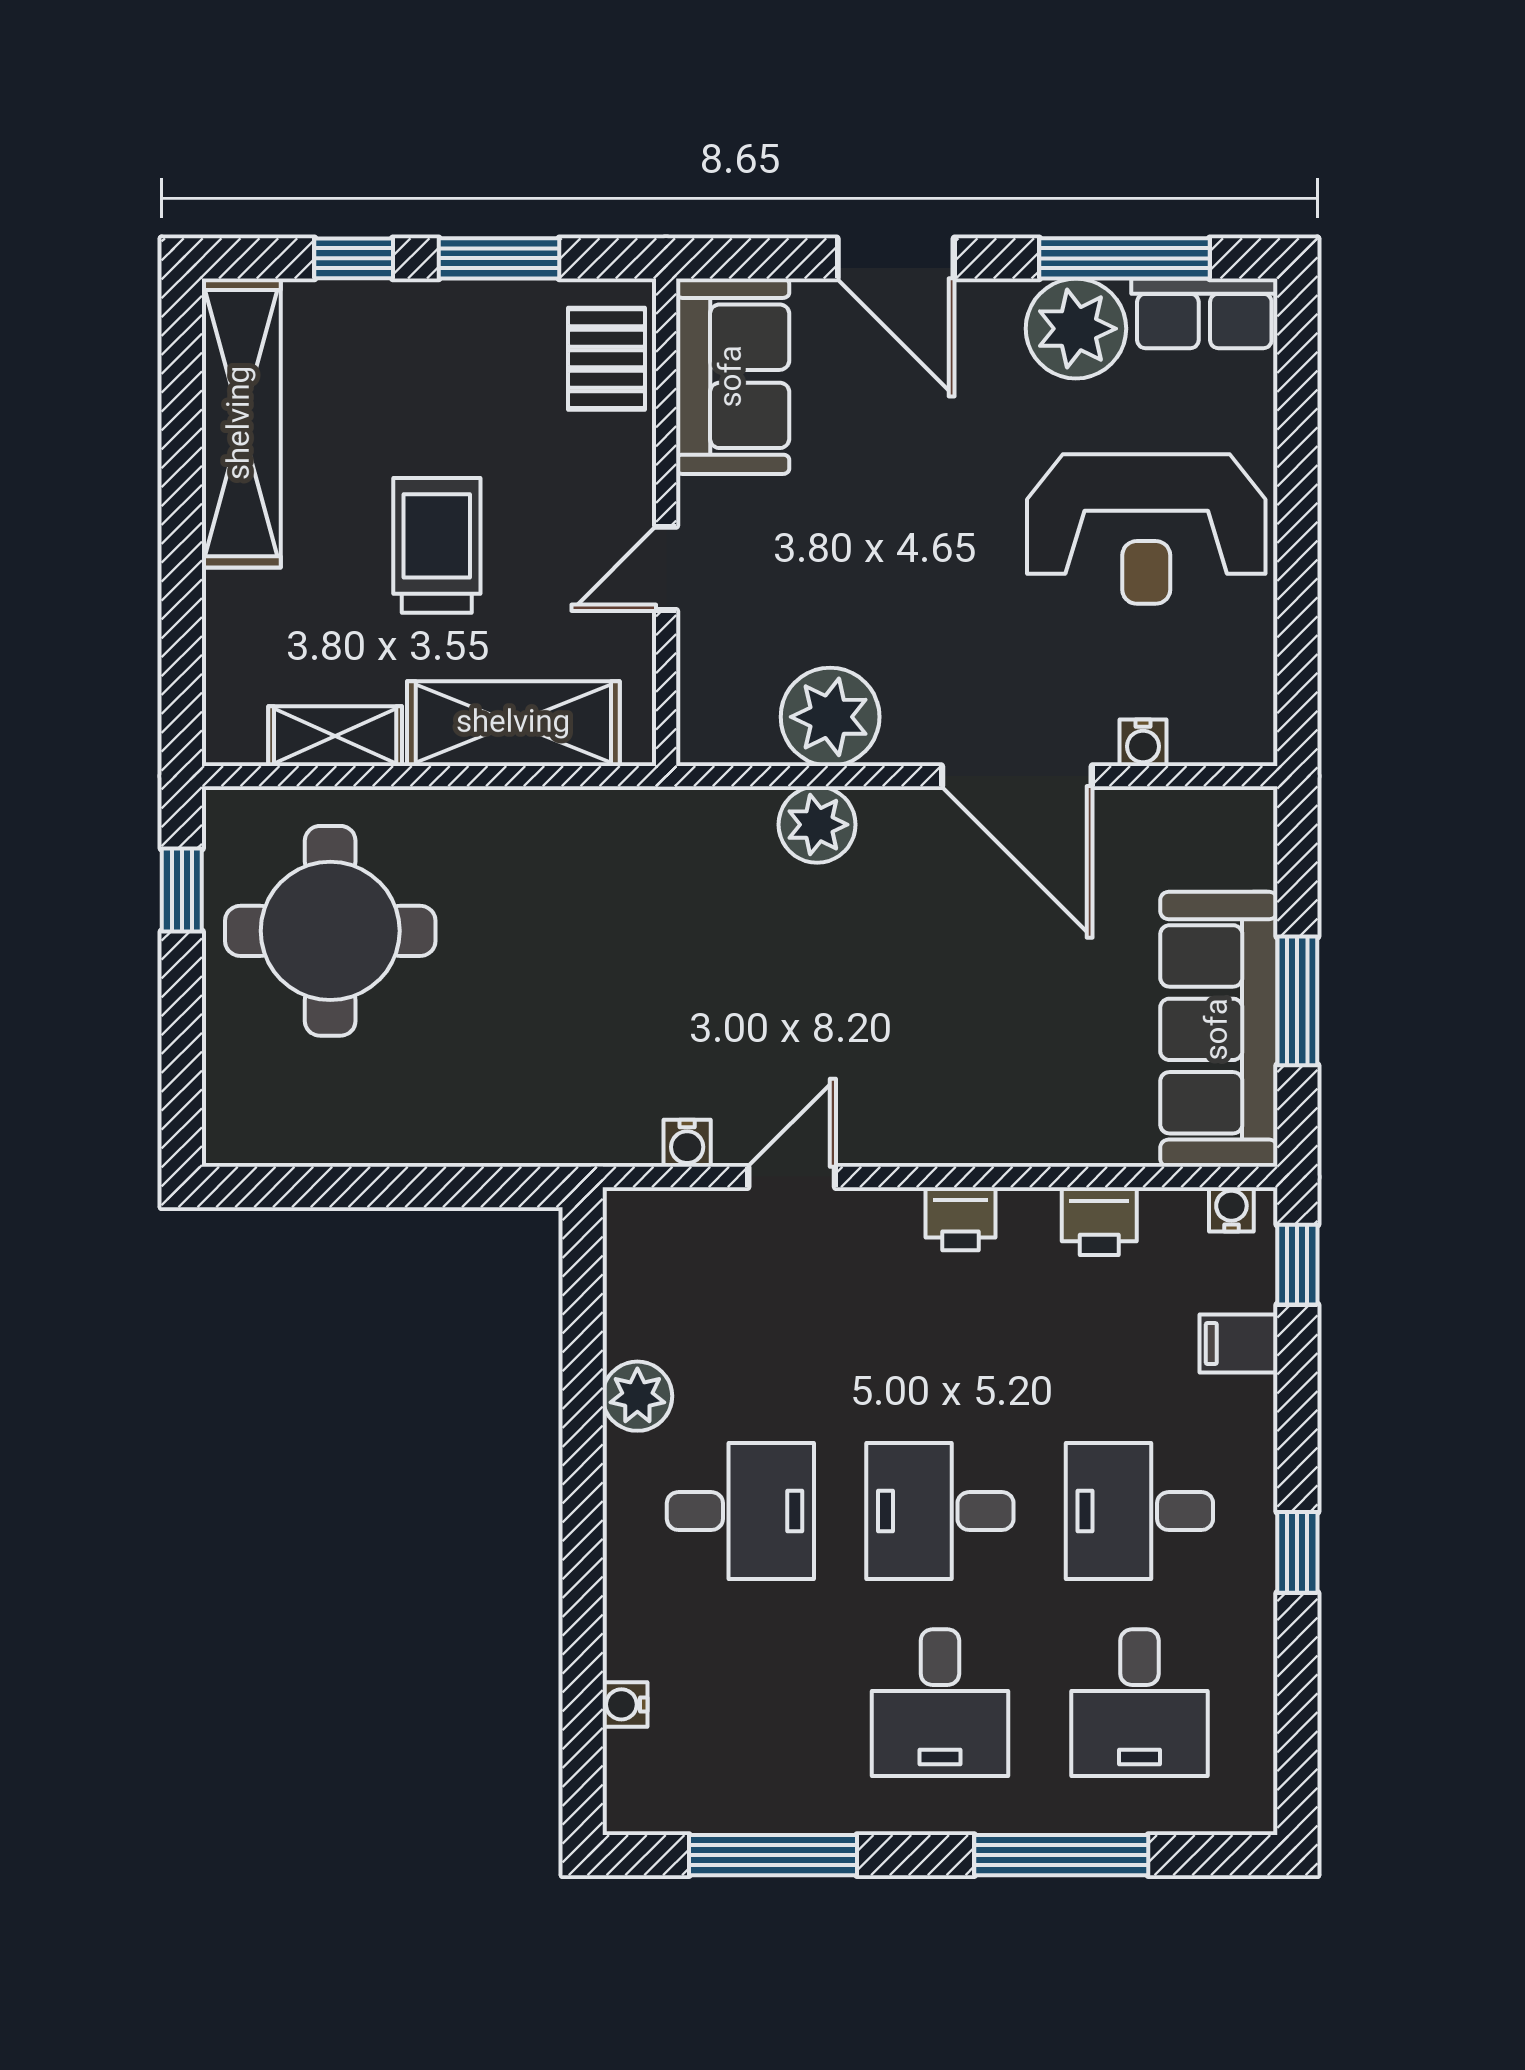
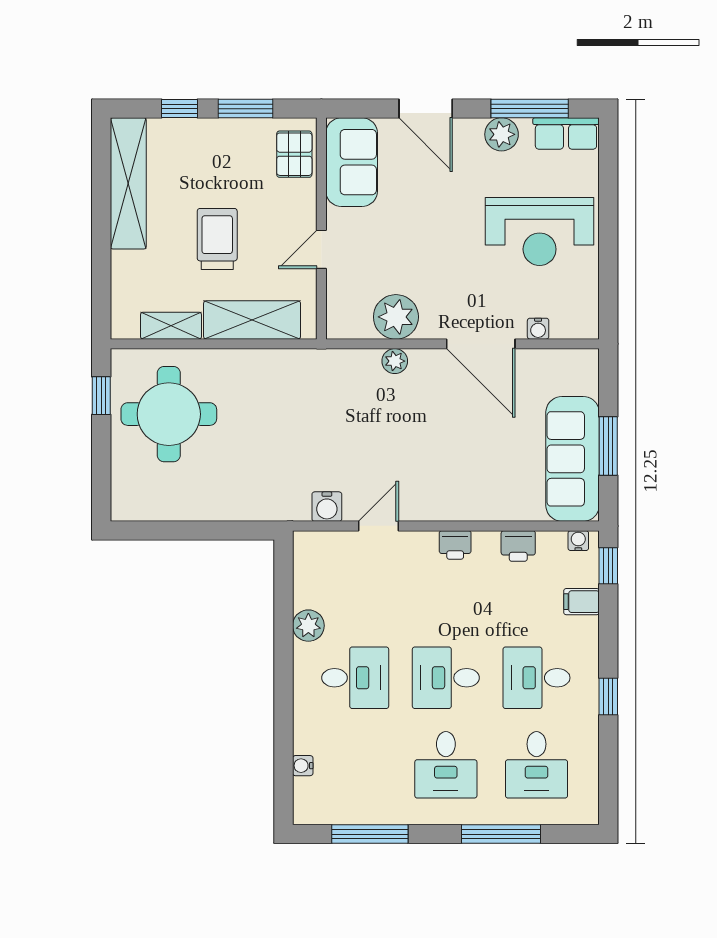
plant: (1076, 329) -> (502, 134), width x0.73, depth x0.73
plant: (817, 825) -> (395, 361), width x0.73, depth x0.73
water cooler: (687, 1143) -> (327, 507), width x1.38, depth x1.38

